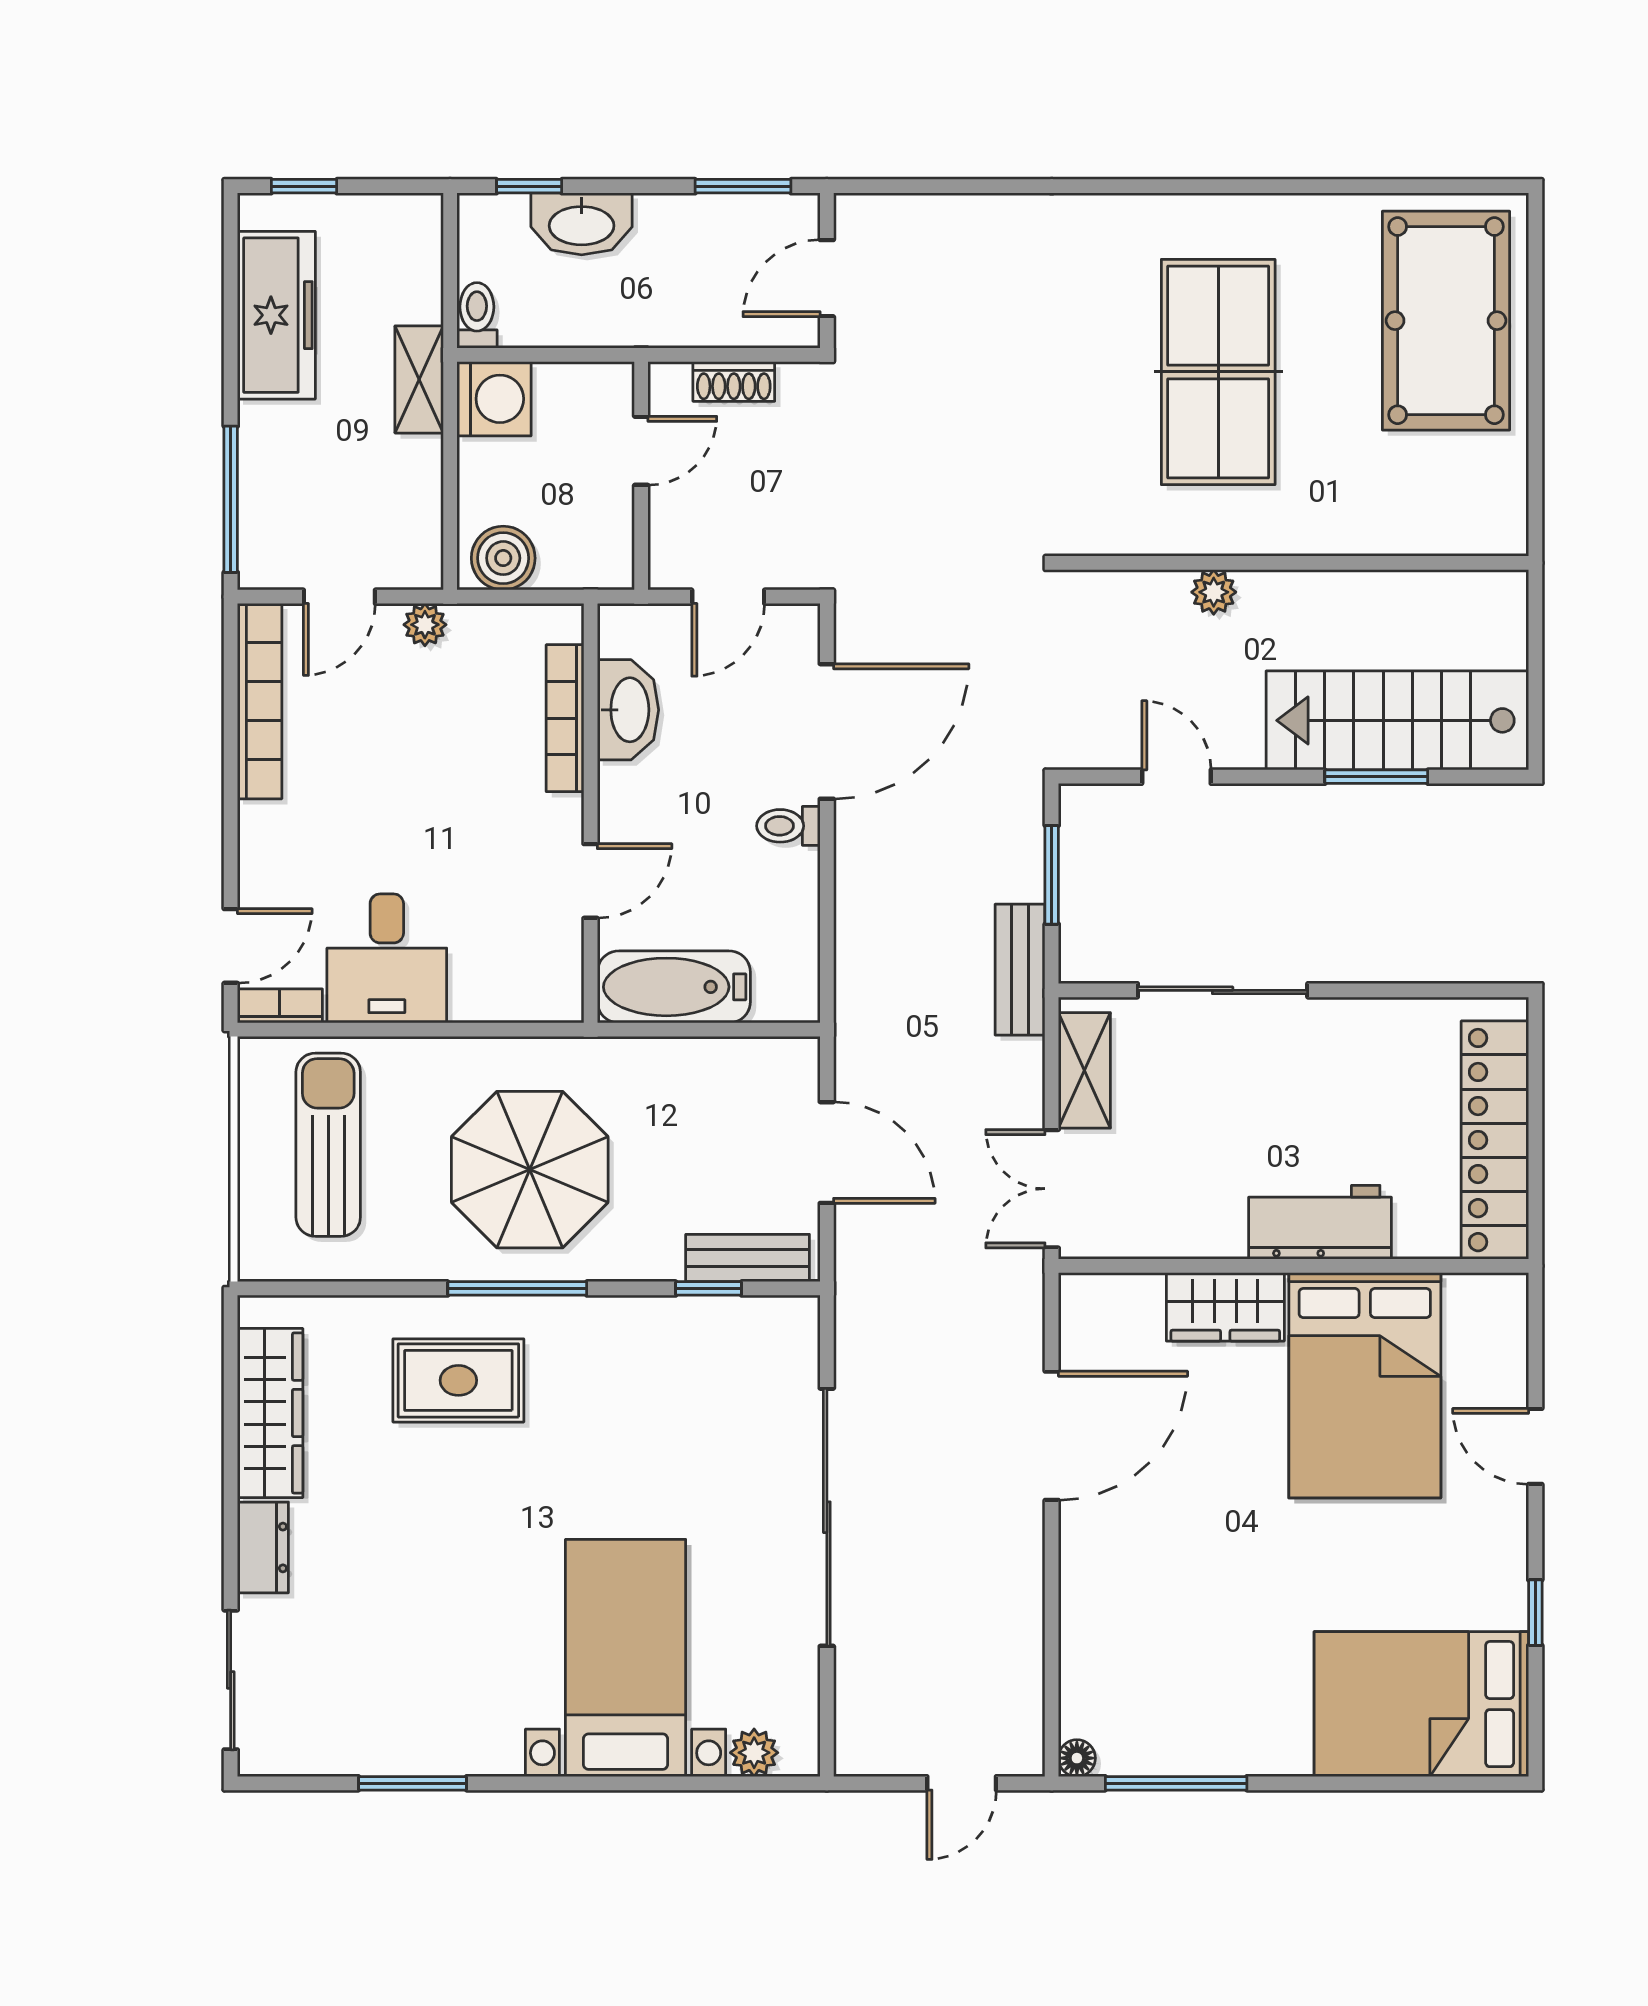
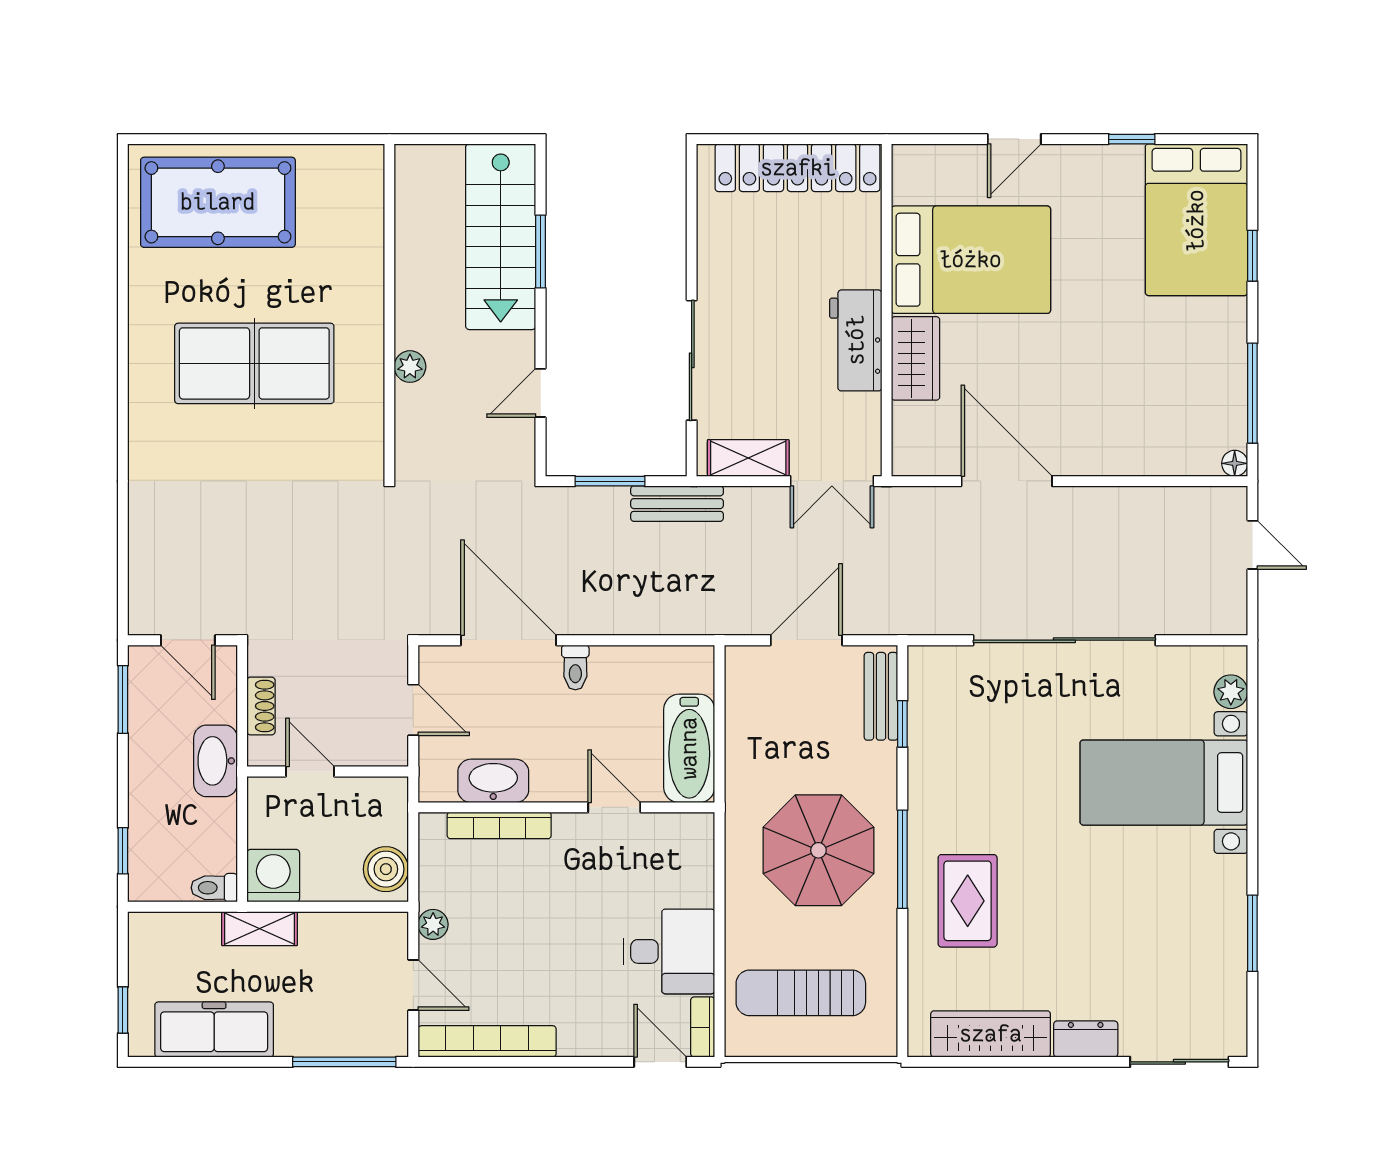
washbasin: (582, 224) -> (216, 761), moved, turned 180
workbench: (1320, 1222) -> (856, 340), moved
window: (1370, 1783) -> (1252, 256), added

